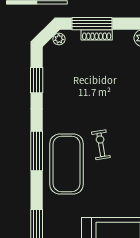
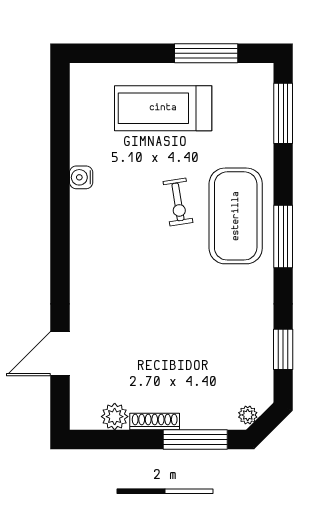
shoe rack: (97, 35) -> (155, 421), moved
exercise bike: (101, 145) -> (178, 202), moved

